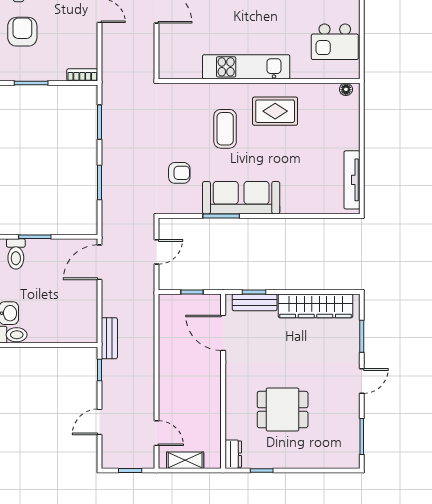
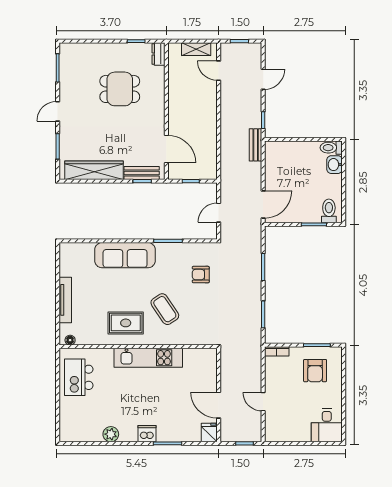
armchair: (22, 32) -> (315, 371), moved
kitchen island: (335, 42) -> (79, 377), turned -90
coffee table: (225, 129) -> (165, 309), turned -34
tv unit: (352, 180) -> (65, 300), moved
sofa: (241, 198) -> (125, 255), moved

